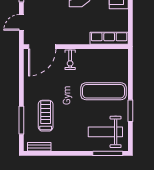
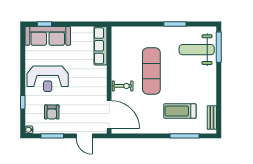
exercise mat: (103, 91) -> (151, 71), moved
weight bench: (105, 132) -> (197, 50), turned 90

